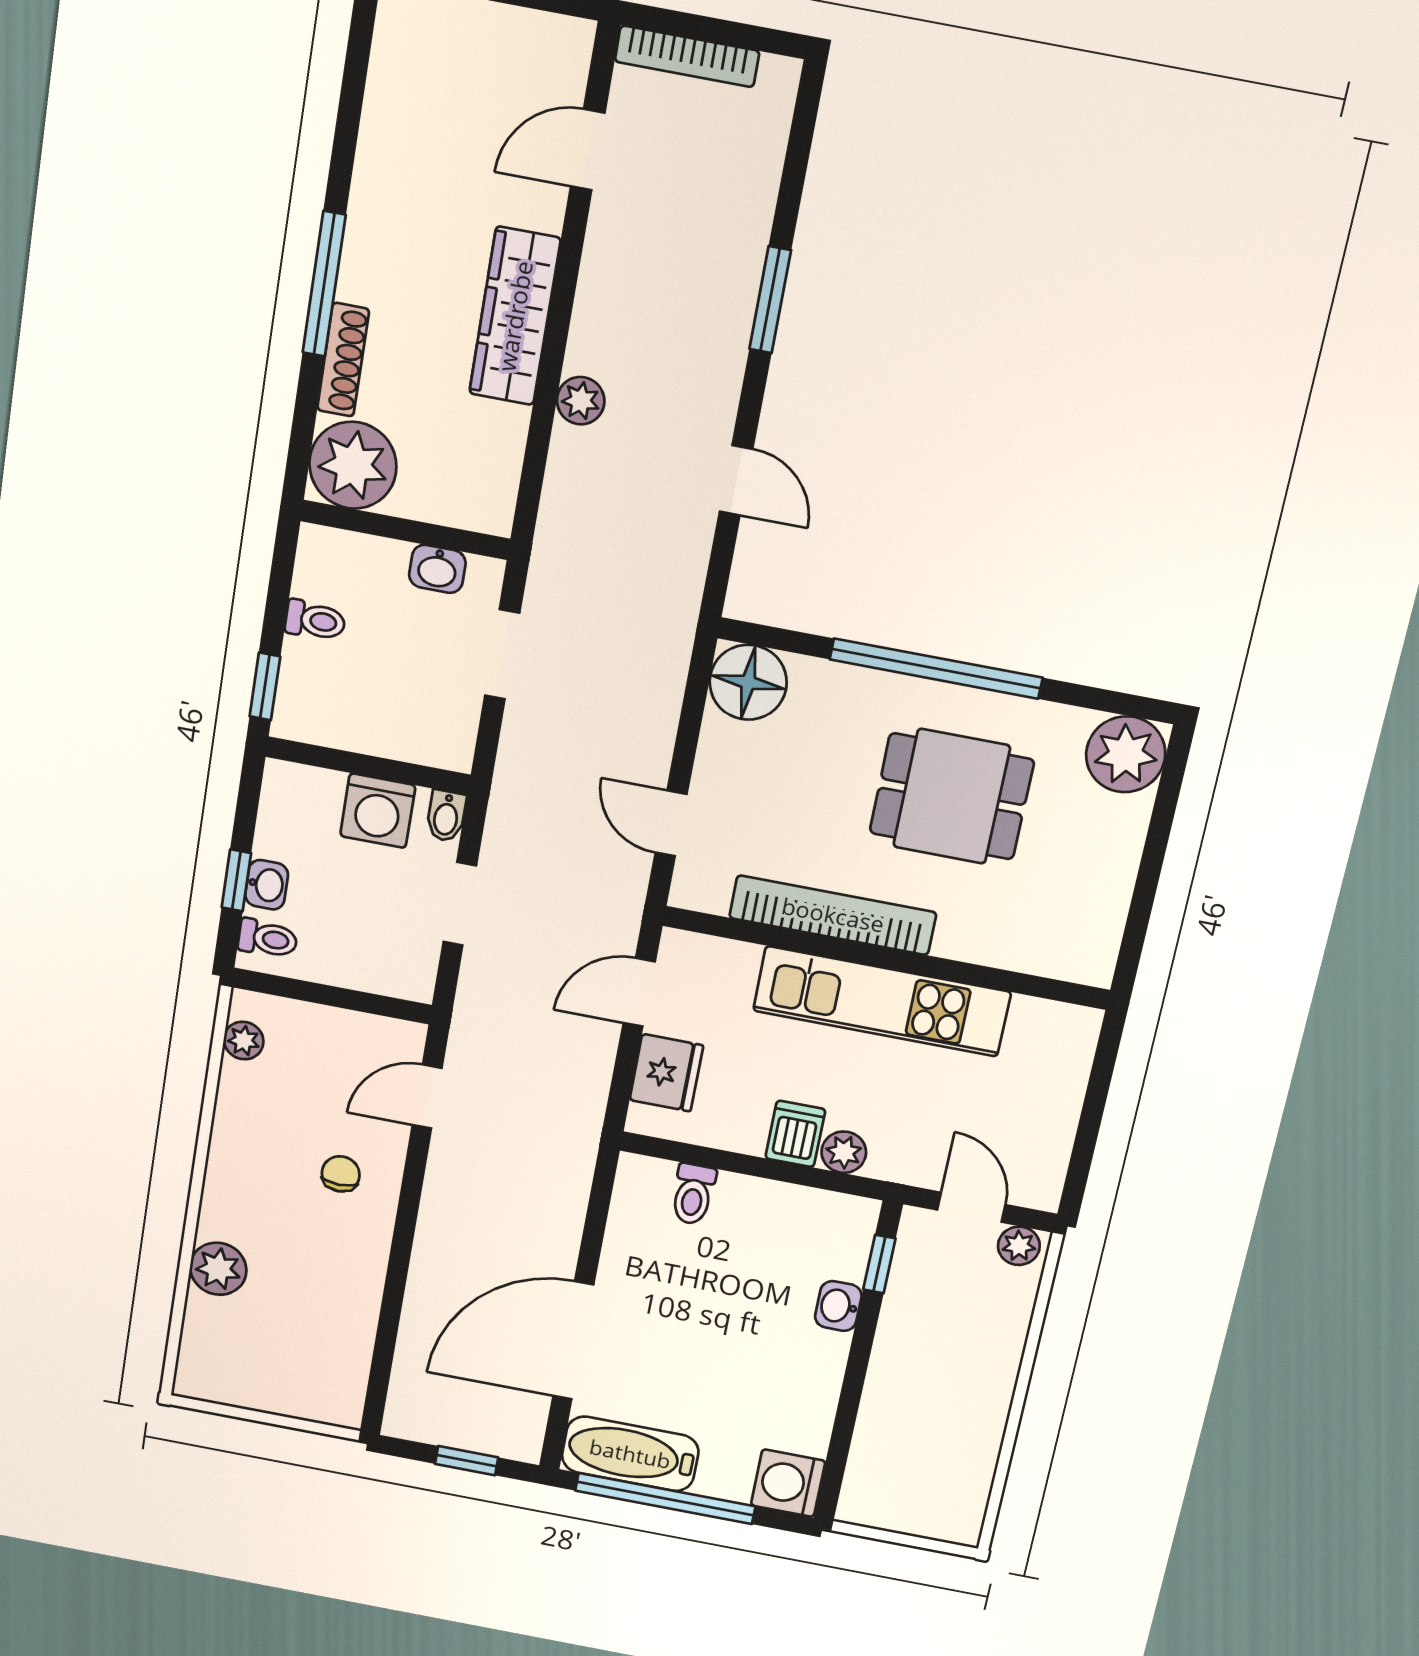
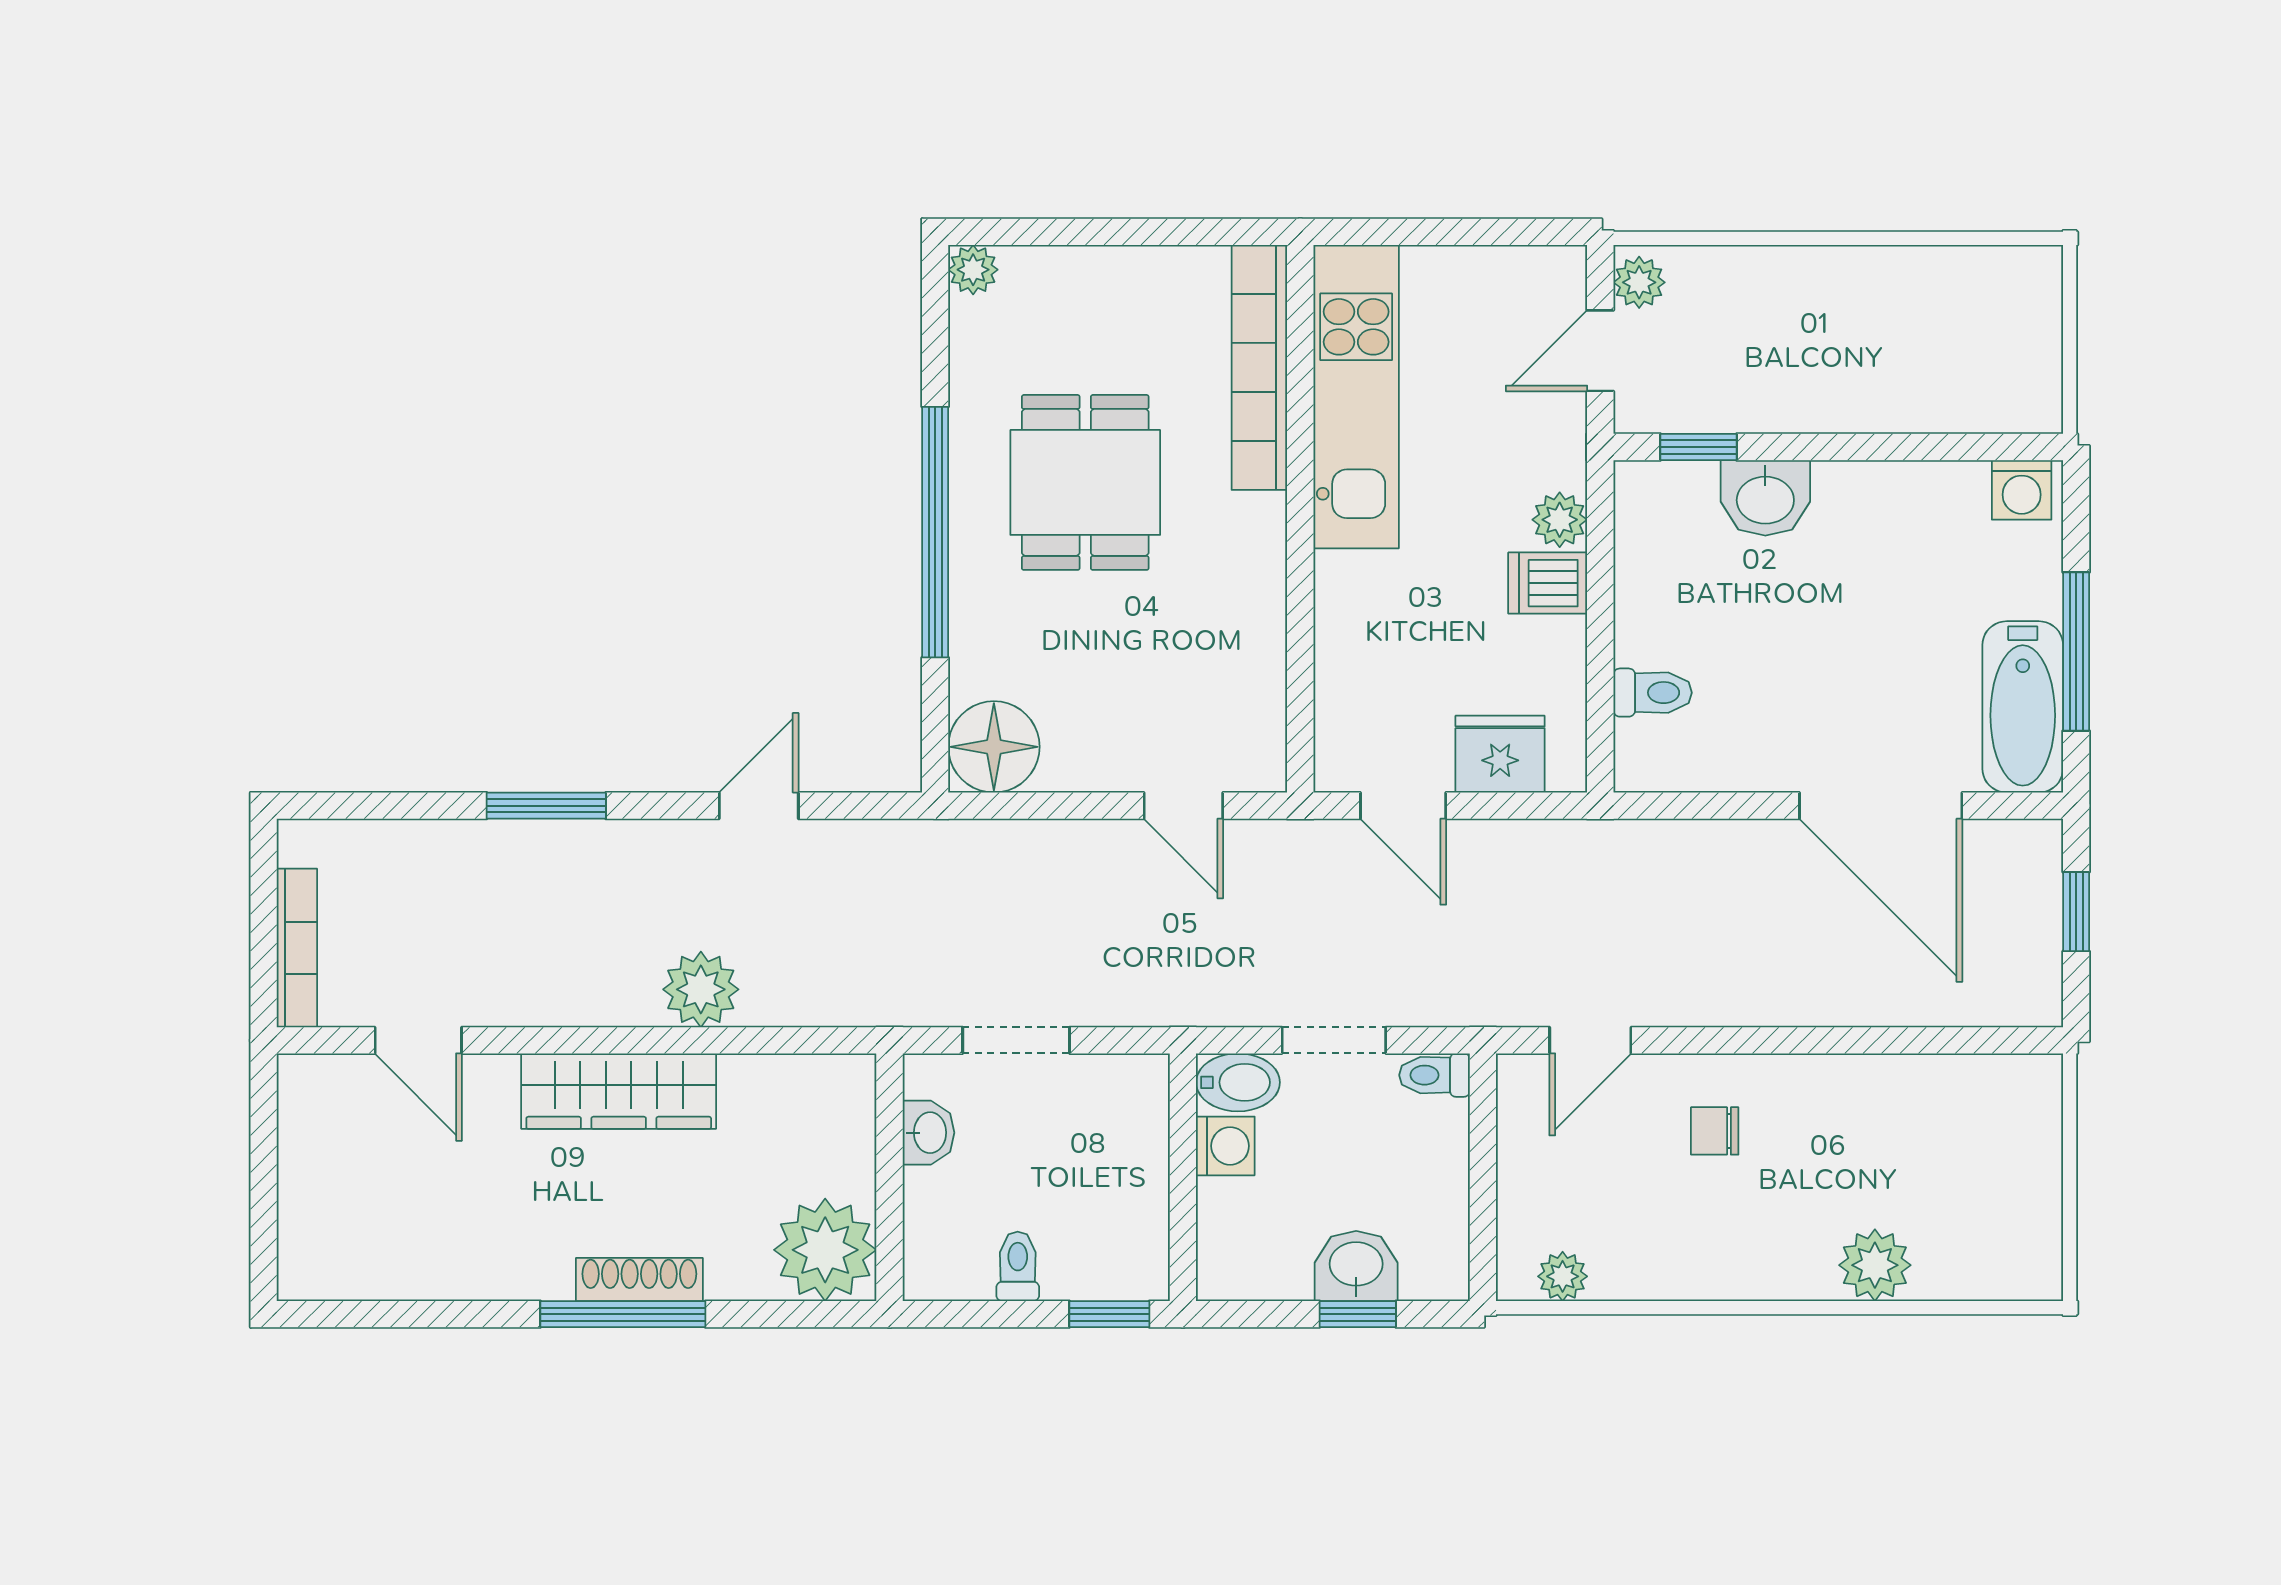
shoe rack: (343, 360) -> (639, 1280), moved
plant: (581, 401) -> (701, 989), width x1.38, depth x1.38
plant: (1126, 754) -> (973, 270), width x0.53, depth x0.53
washing machine: (378, 811) -> (1225, 1146), width x0.73, depth x0.73
bidet: (446, 816) -> (1238, 1082), width x1.38, depth x1.36
door: (671, 823) -> (1183, 806), hinge flipped
washbasin: (267, 885) -> (1356, 1266), width x1.38, depth x1.45
bookcase: (833, 915) -> (1259, 367), moved
toilet: (268, 939) -> (1434, 1075), moved, turned -90
kitchen unit: (882, 1001) -> (1356, 397), moved
door: (427, 1097) -> (1590, 1040), hinge flipped
washbasin: (838, 1306) -> (1765, 498), width x1.38, depth x1.45
washing machine: (788, 1483) -> (2022, 490), width x0.73, depth x0.73
window: (665, 1499) -> (2076, 651), width x0.68

